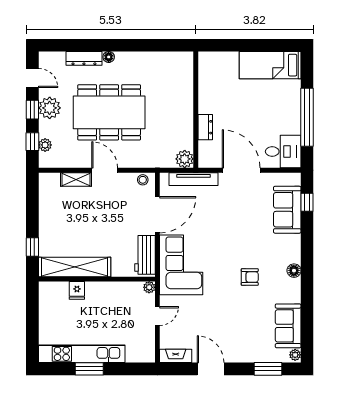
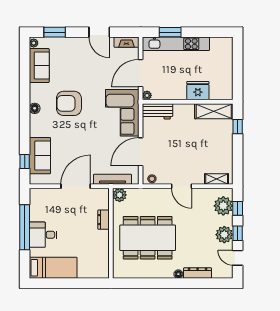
dining table: (109, 112) -> (148, 238), moved
plant: (45, 145) -> (223, 206), width x1.88, depth x1.88
desk: (283, 151) -> (43, 235), moved
door: (241, 170) -> (76, 186), swing flipped
shelving: (76, 179) -> (217, 179), moved
workbench: (145, 255) -> (157, 111), moved, turned 90
shelving: (75, 267) -> (214, 111), width x0.68
armchair: (250, 277) -> (69, 103), width x1.88, depth x1.88
fridge: (77, 290) -> (198, 91), width x1.88, depth x1.34
door: (157, 316) -> (141, 73), width x1.87
kitchen unit: (82, 354) -> (176, 44), moved
window: (89, 369) -> (170, 32), moved

